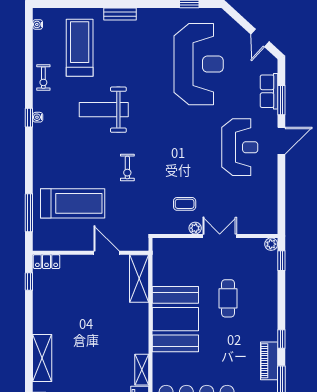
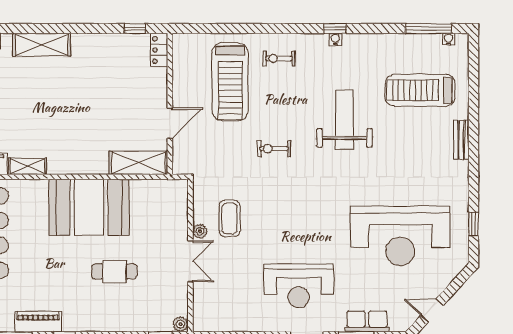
treadmill: (80, 48) -> (420, 90), turned 180
exercise bike: (43, 78) -> (279, 58), moved
coffee table: (185, 204) -> (230, 218), width x1.36, depth x1.30
window: (29, 213) -> (429, 29), moved

